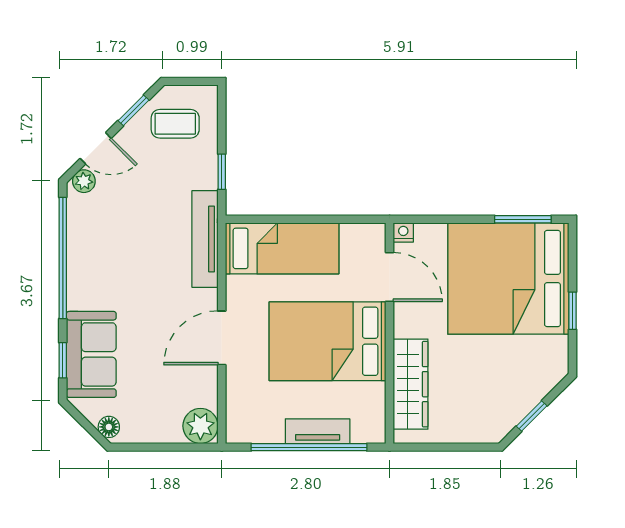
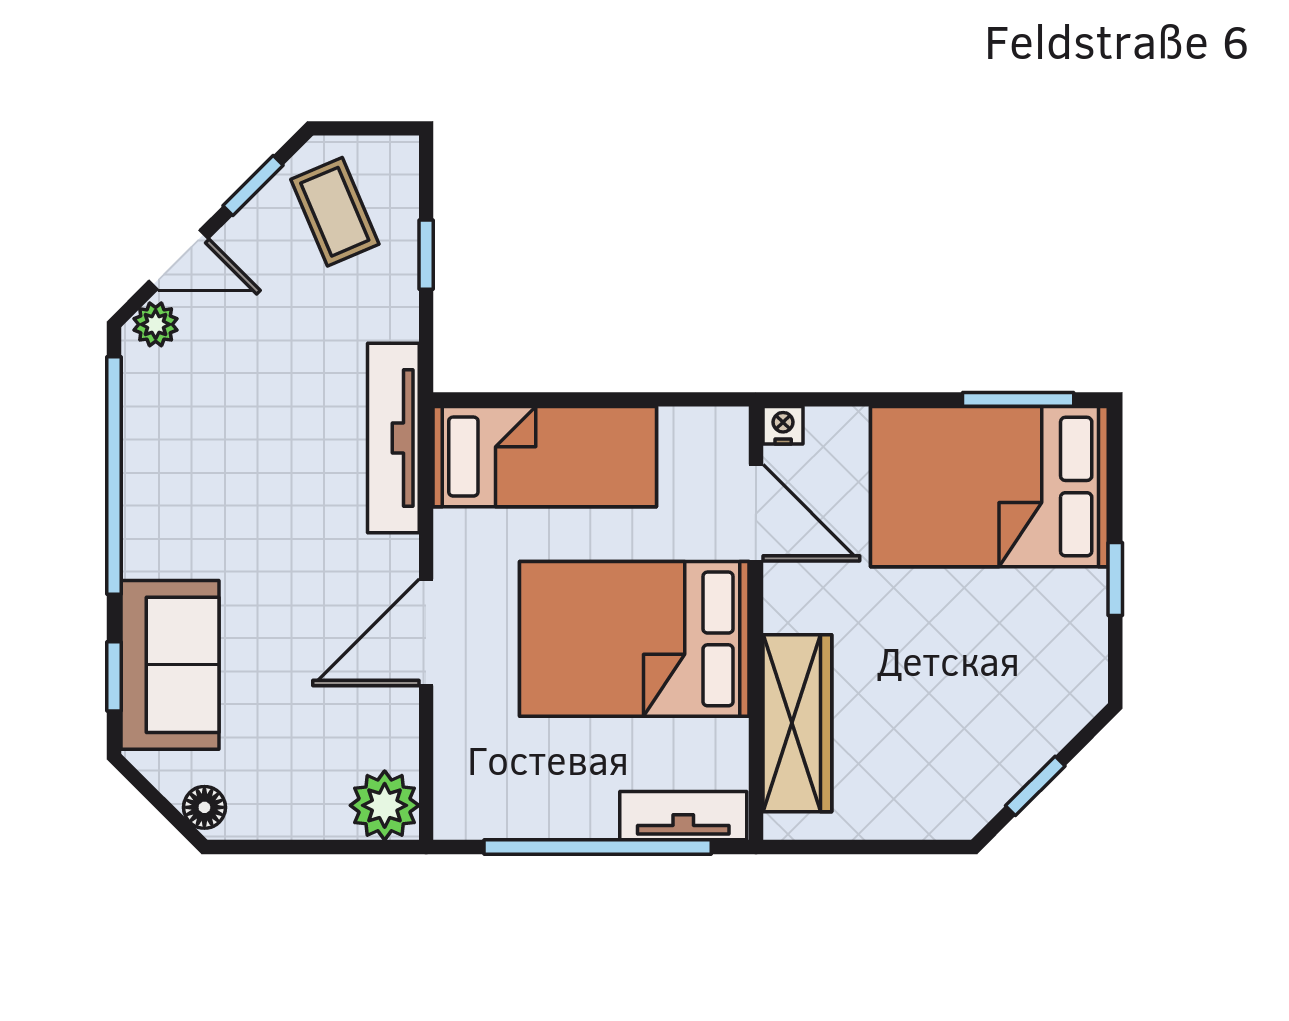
coffee table: (175, 124) -> (335, 212), turned 67
window: (222, 172) -> (426, 255), moved
bed: (508, 279) -> (989, 487), width x0.73
tv unit: (318, 431) -> (683, 816), moved

